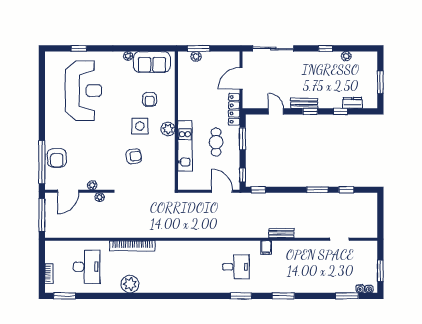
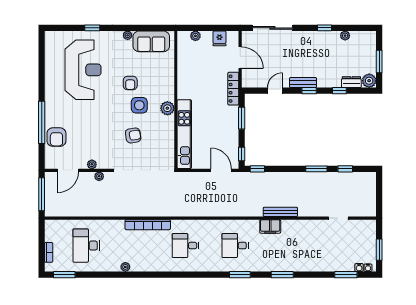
window: (79, 48) -> (92, 28), moved
window: (198, 48) -> (198, 28), removed
fridge: (220, 59) -> (219, 38), added
door: (241, 78) -> (240, 58), swing flipped
armchair: (150, 99) -> (130, 83), moved
plant: (370, 101) -> (369, 81), added
door: (276, 111) -> (275, 91), hinge flipped
cafe table: (216, 142) -> (215, 121), removed
kitchen unit: (185, 146) -> (184, 134), width x1.36
window: (42, 162) -> (42, 122), moved
bench: (281, 233) -> (280, 212), width x1.36
bookcase: (132, 246) -> (148, 225), moved
filing cabinet: (266, 248) -> (270, 226), width x2.00
desk: (87, 267) -> (86, 246), turned 180
desk: (186, 267) -> (185, 246), added
desk: (236, 267) -> (235, 246), turned 180
plant: (130, 284) -> (125, 267), width x0.53, depth x0.53

